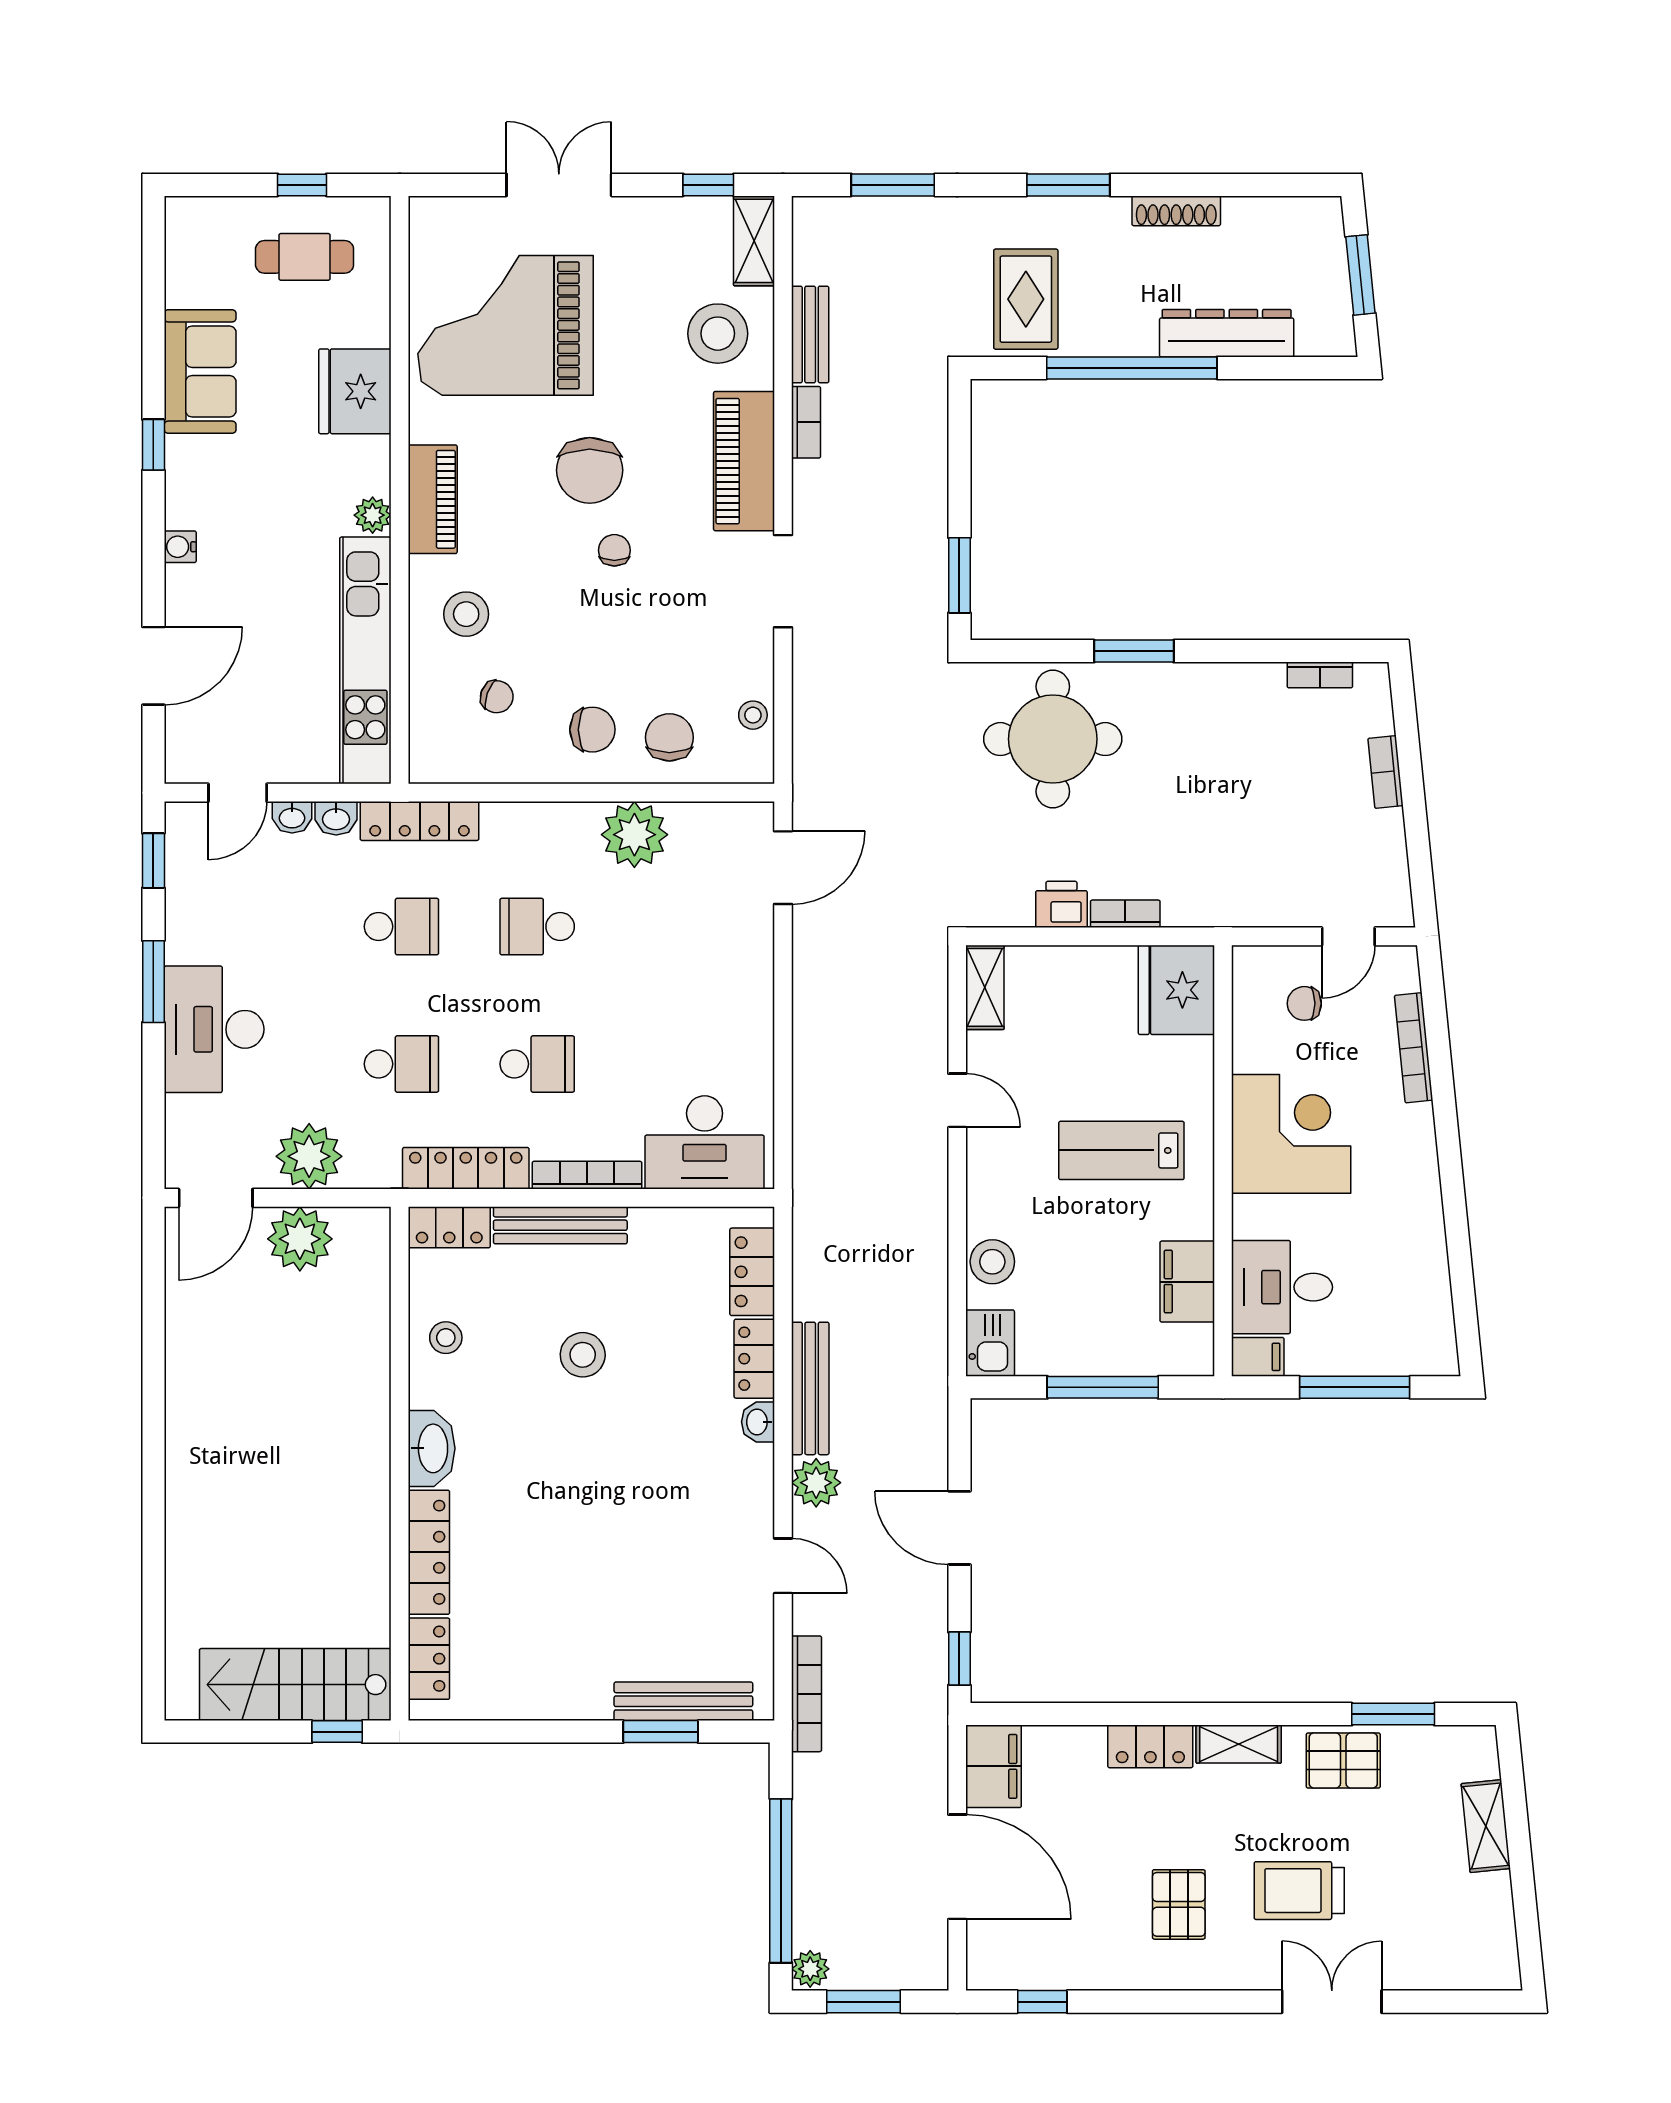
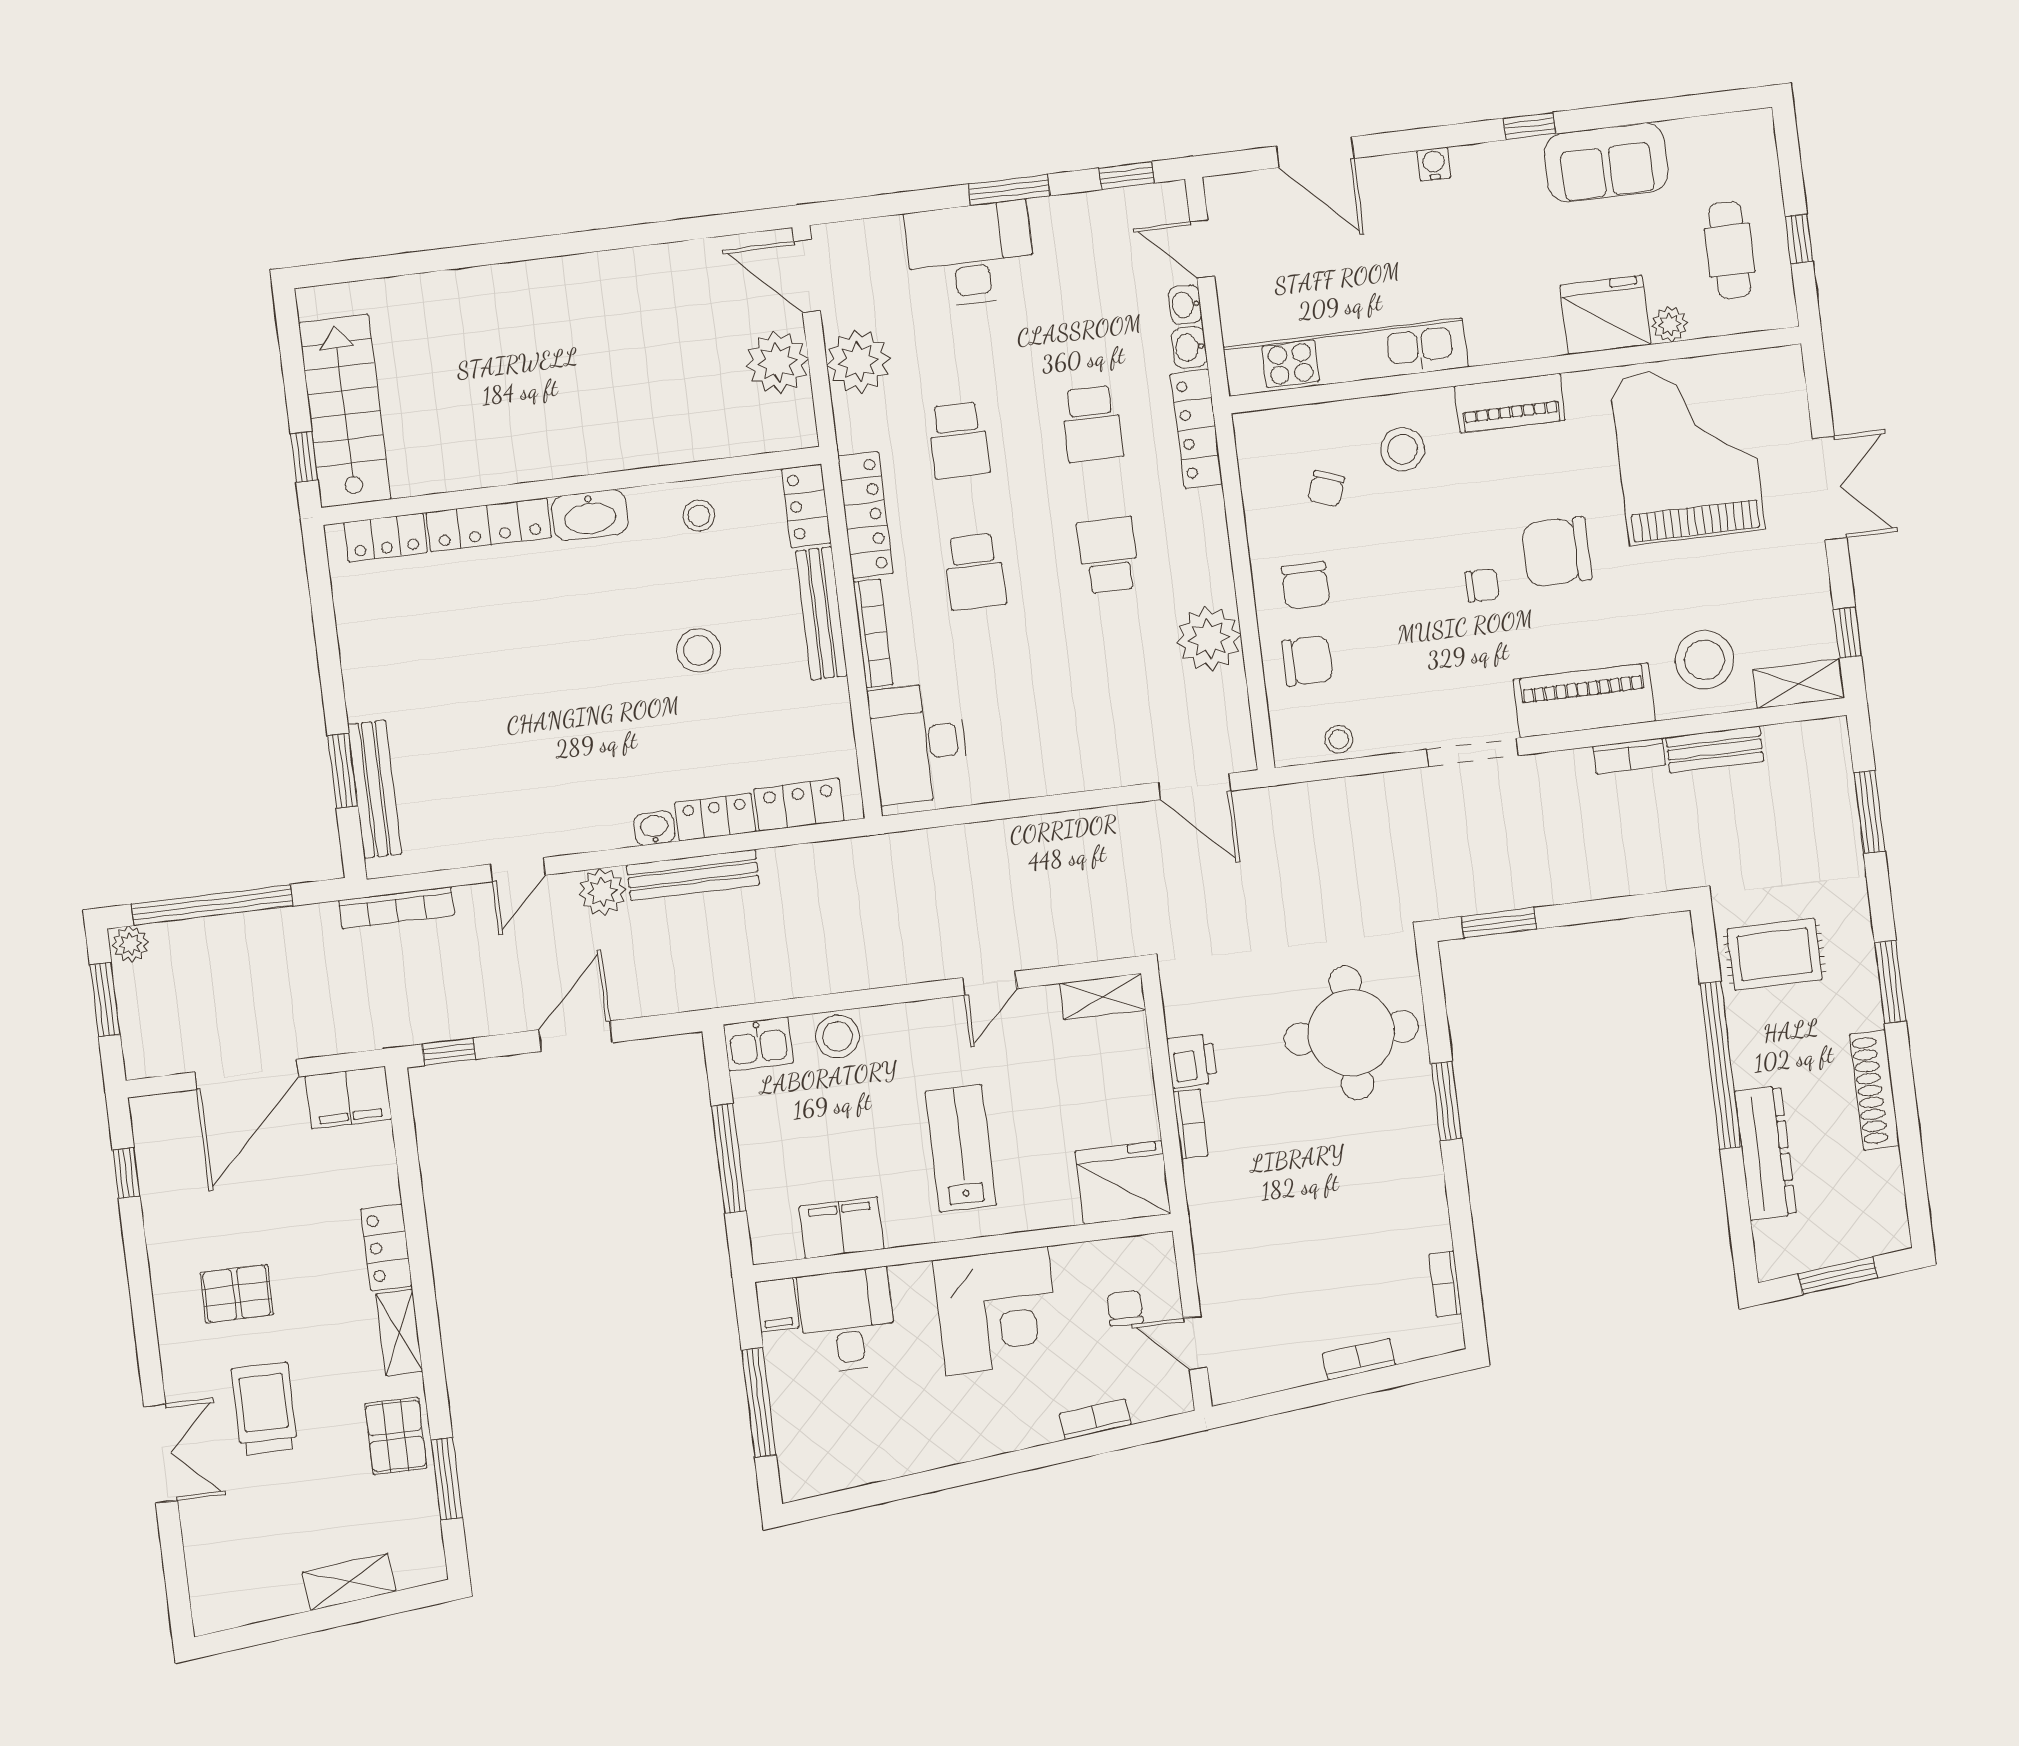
shoe rack: (1176, 211) -> (1875, 1090), width x1.36, depth x1.24
plant: (373, 515) -> (1670, 324), moved
bookcase: (1414, 1048) -> (1095, 1419), width x0.64

